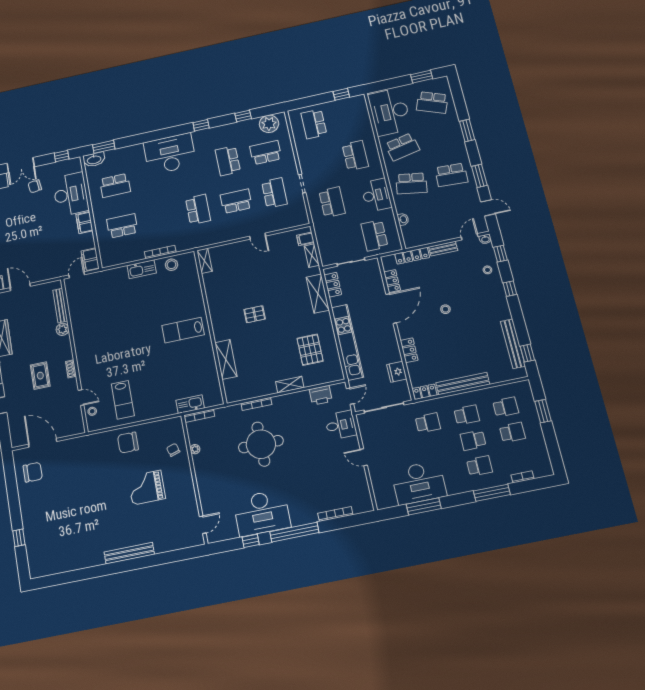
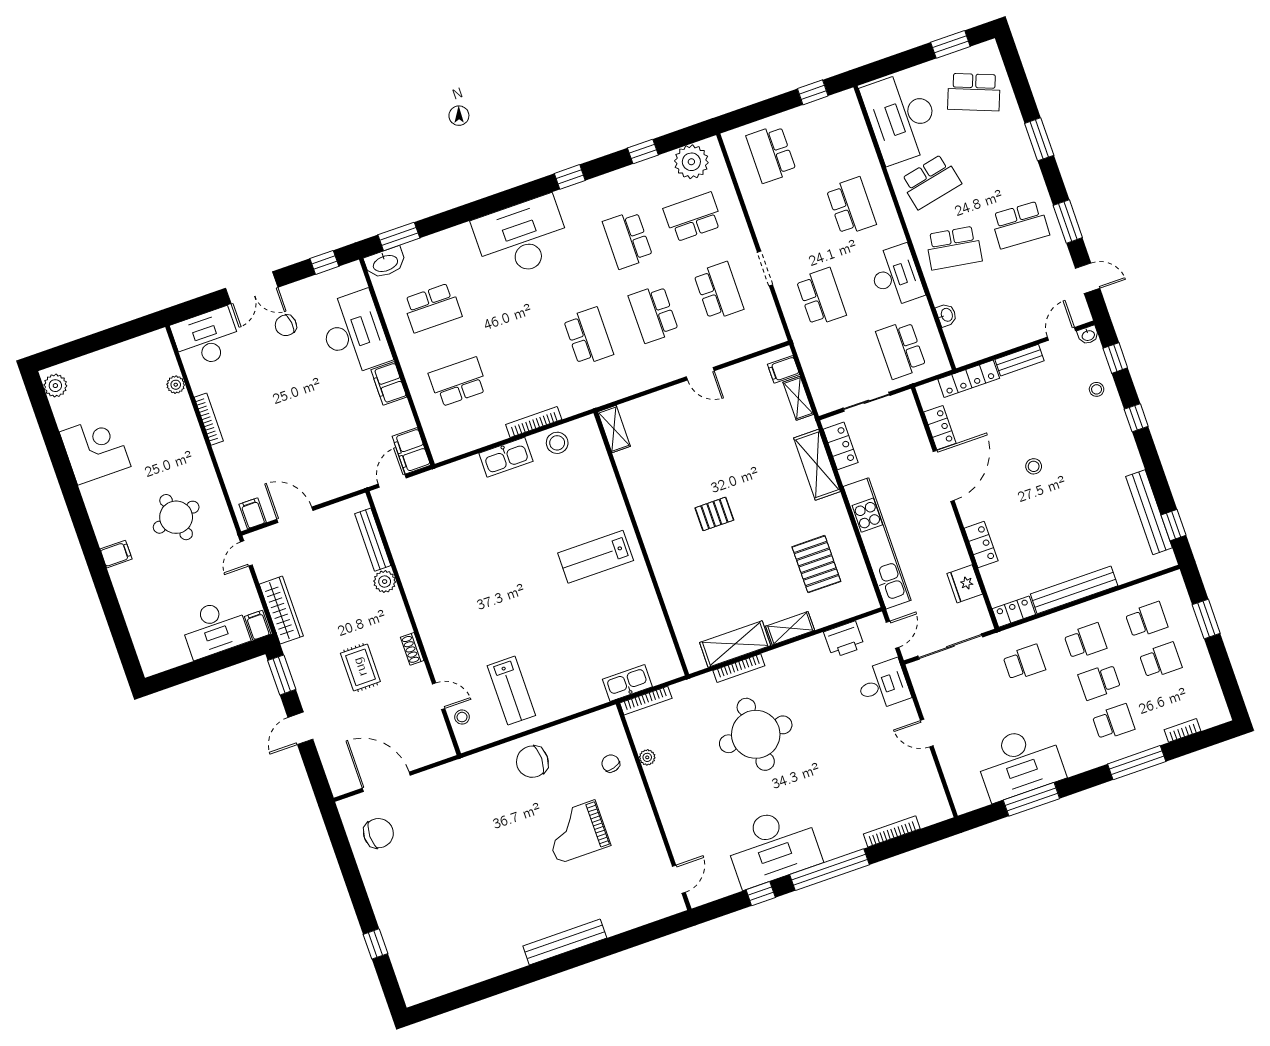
school desk: (236, 201) -> (654, 314), turned -90
shelving: (226, 359) -> (735, 644), moved, turned 90

